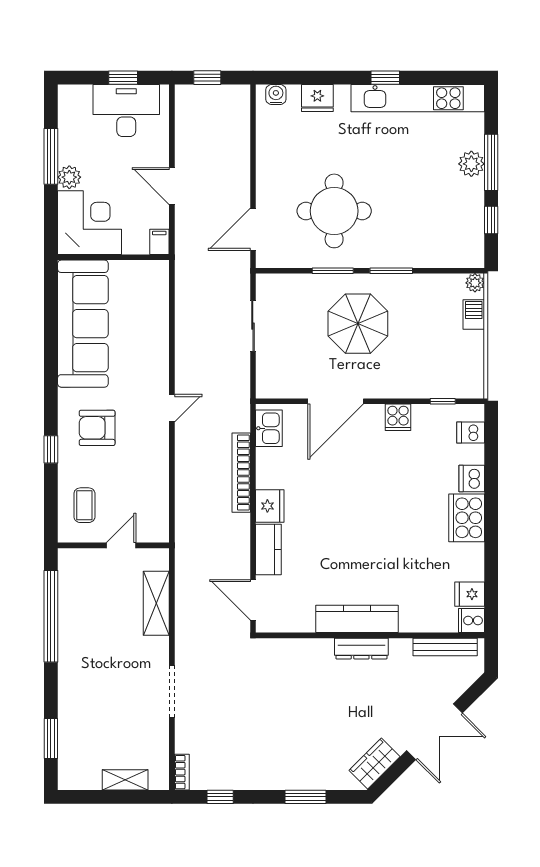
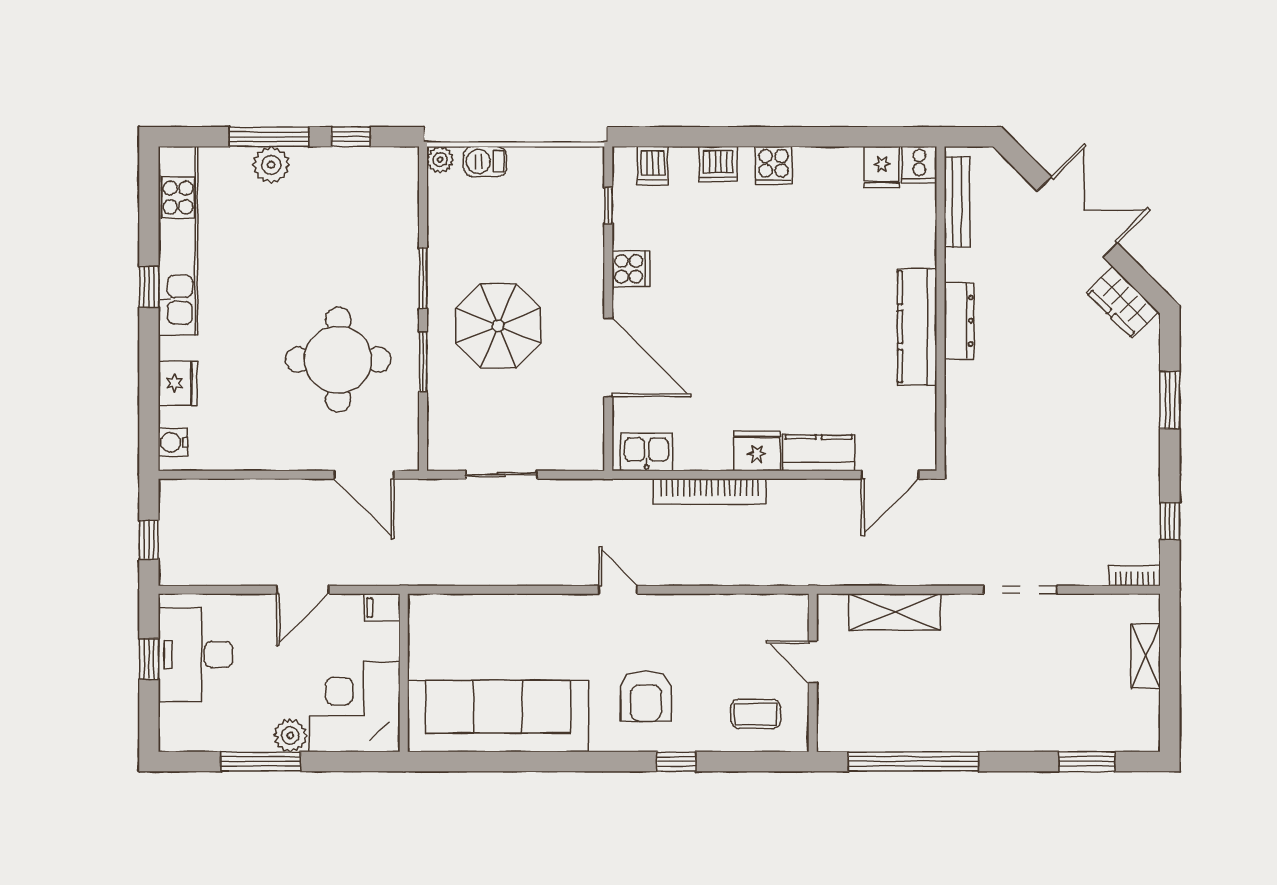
cooker: (467, 518) -> (774, 166), width x0.53, depth x0.76

